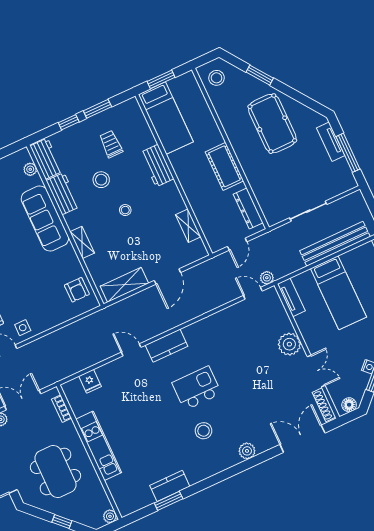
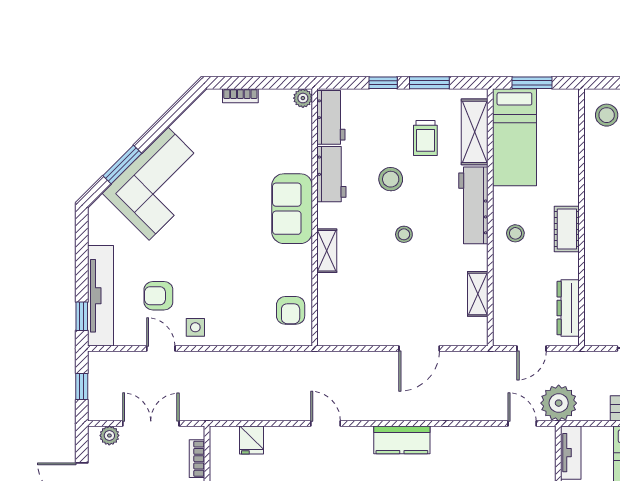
trolley: (111, 144) -> (425, 138), turned 180
workbench: (157, 166) -> (473, 205), width x1.37
cot: (224, 166) -> (567, 229), width x0.73, depth x0.75
plant: (30, 169) -> (303, 98), moved
stool: (194, 177) -> (515, 233), added
sofa: (45, 218) -> (292, 209), width x0.73
plant: (267, 278) -> (559, 403), width x1.87, depth x1.87
shelving: (124, 285) -> (475, 132), moved, turned 90
kitchen counter: (167, 346) -> (402, 440), moved

